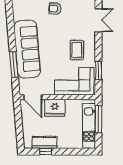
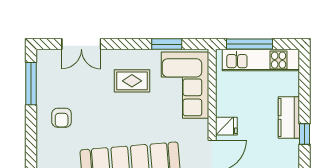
double door: (98, 20) -> (81, 44), swing flipped
fridge: (55, 108) -> (226, 126), width x0.53, depth x0.75
kitchen counter: (44, 142) -> (289, 117), moved

